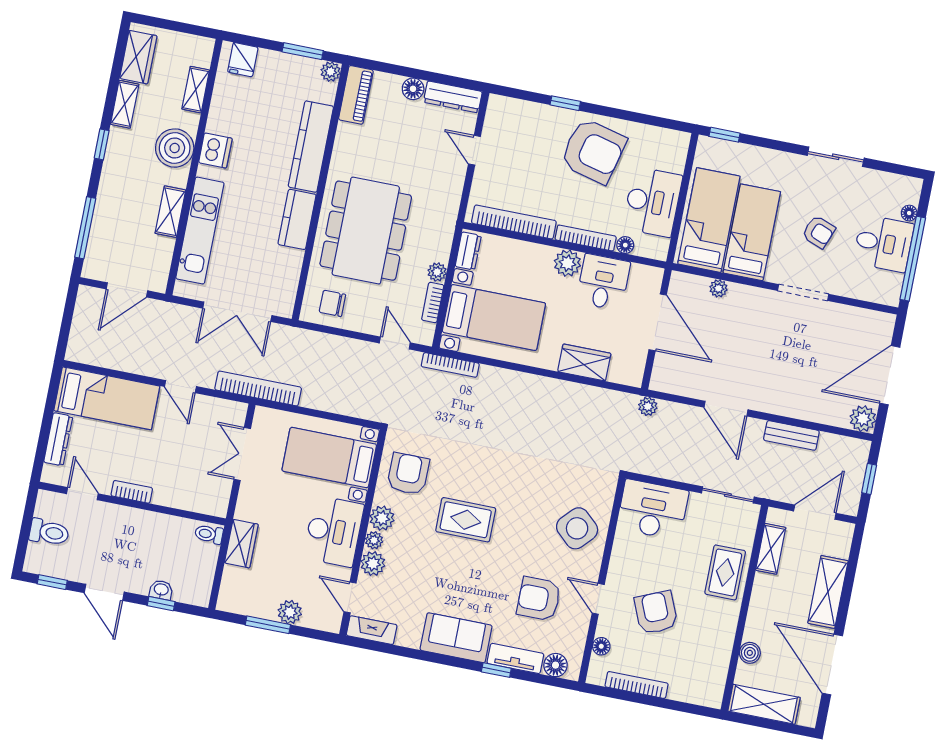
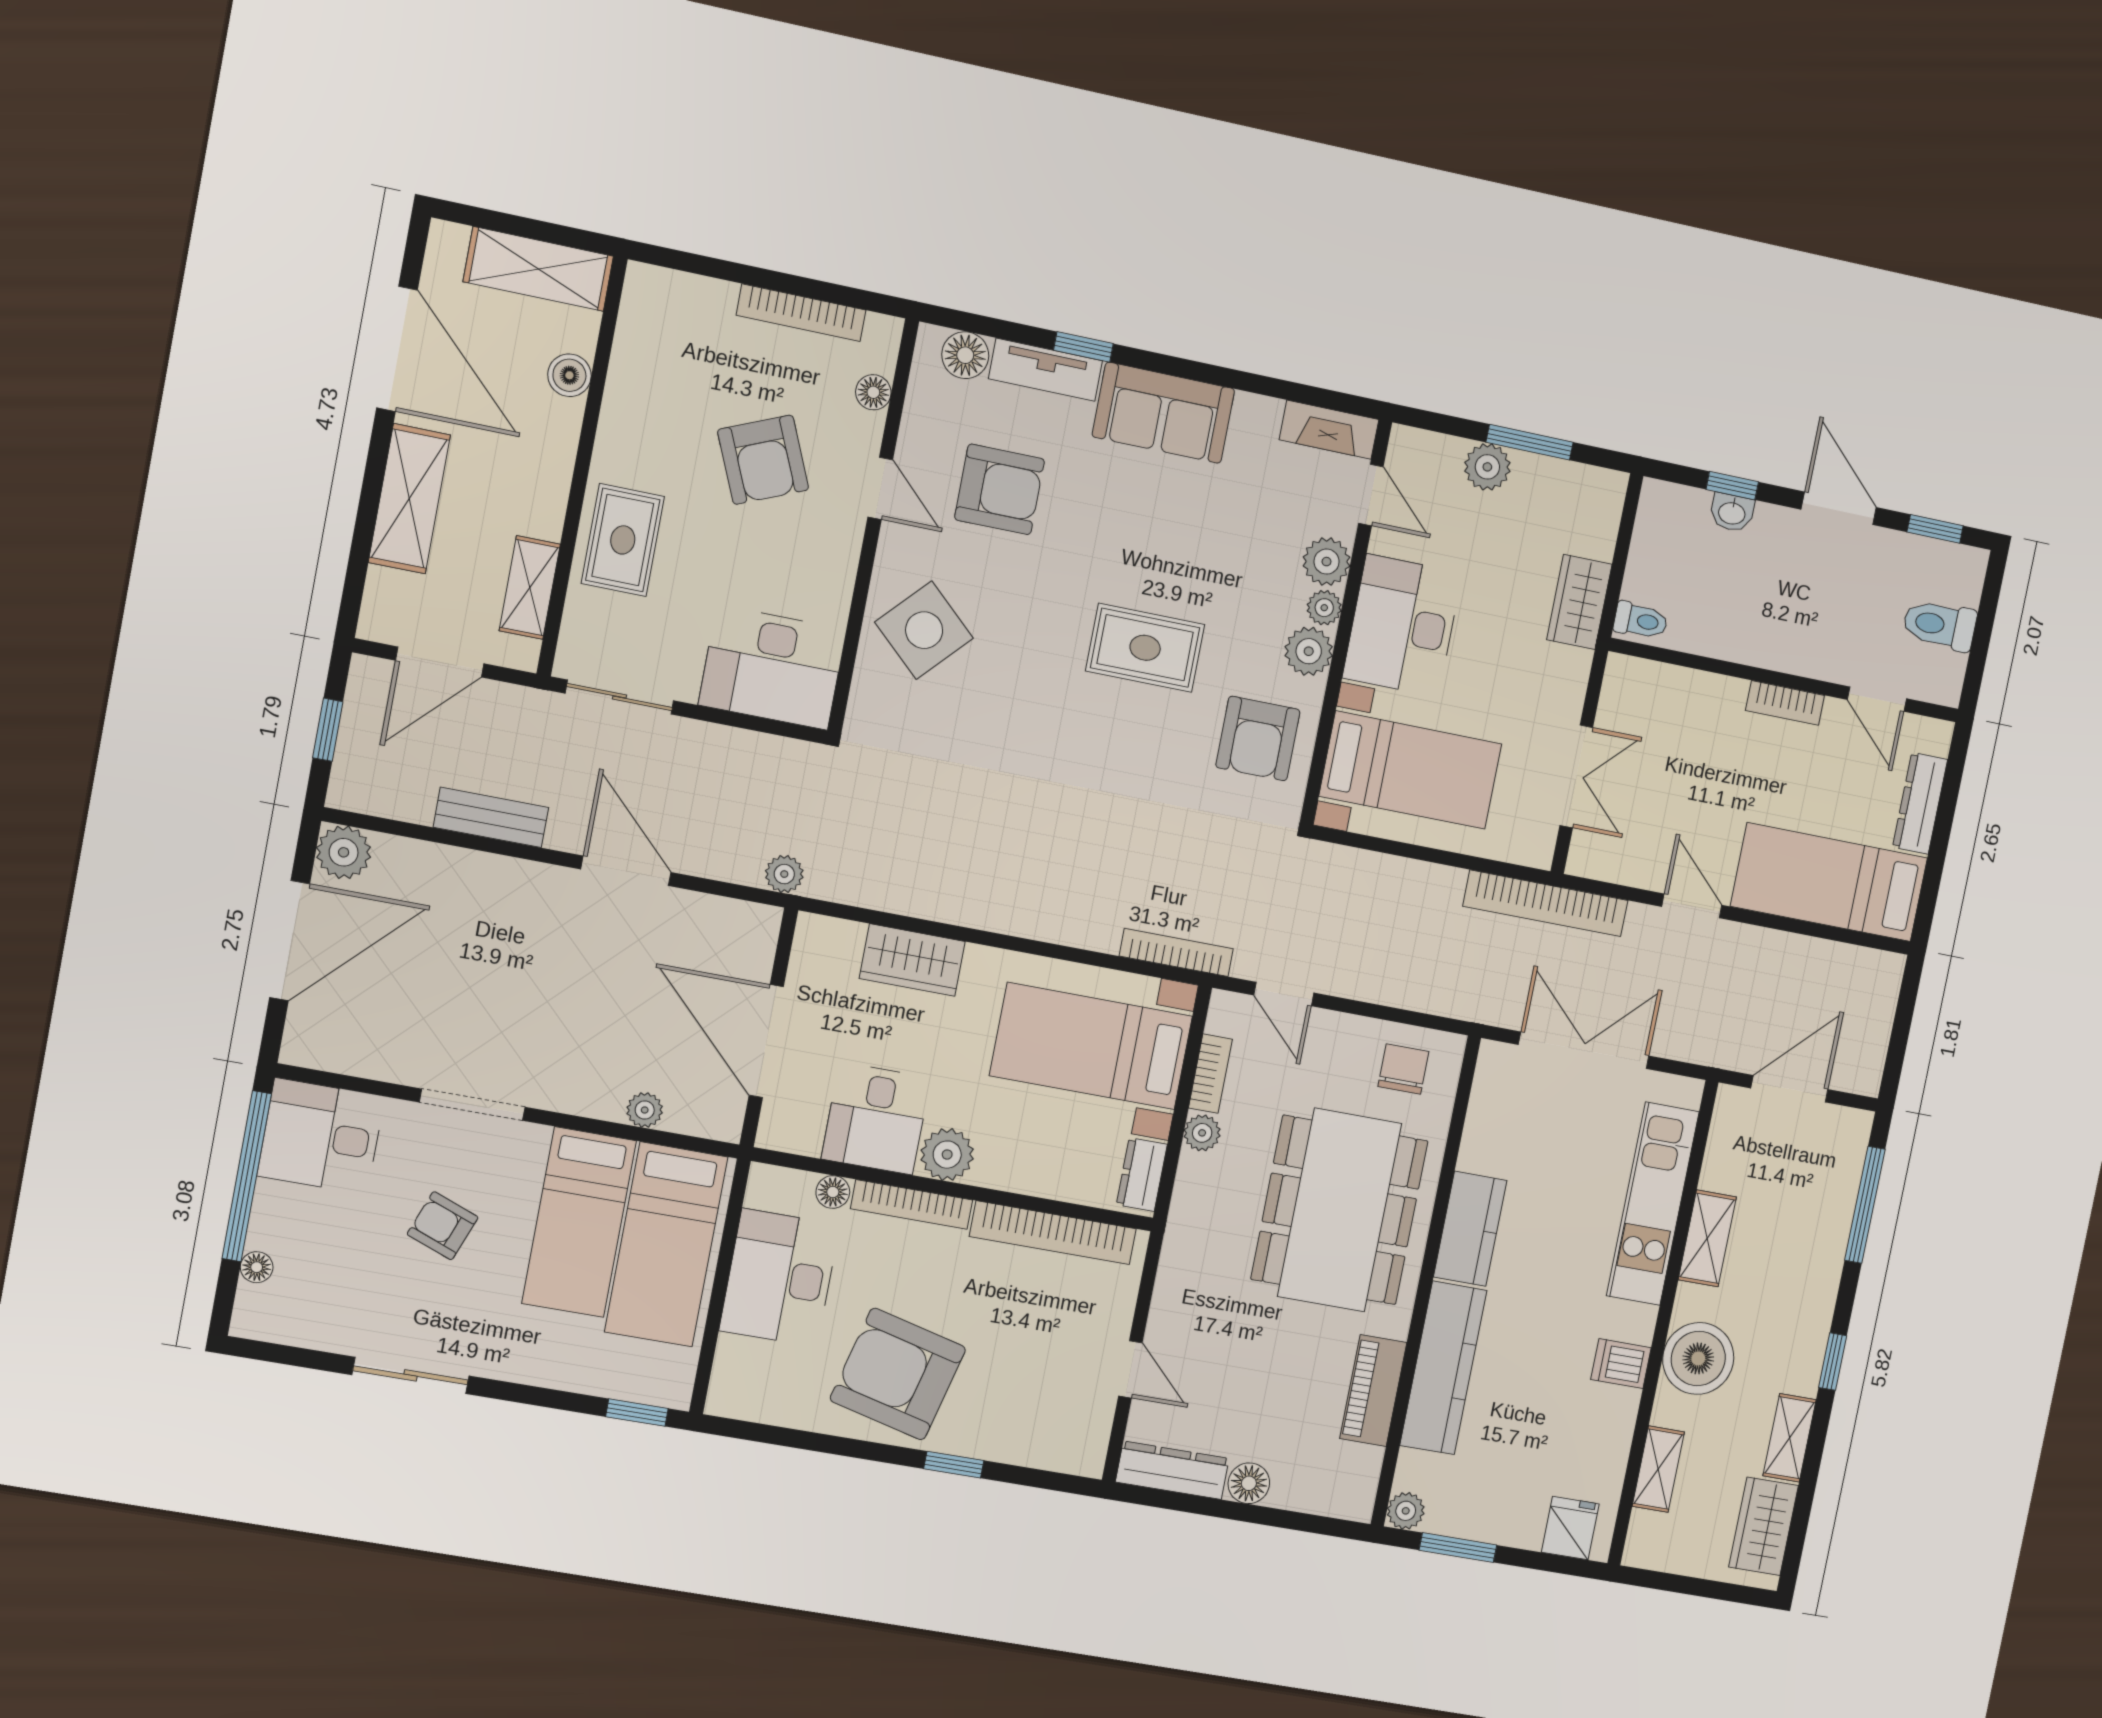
piano: (356, 95) -> (1373, 1391), moved
dishwasher: (215, 150) -> (1621, 1364), width x0.73
desk: (883, 243) -> (321, 1136), moved
chair: (332, 303) -> (1403, 1069), turned -90

